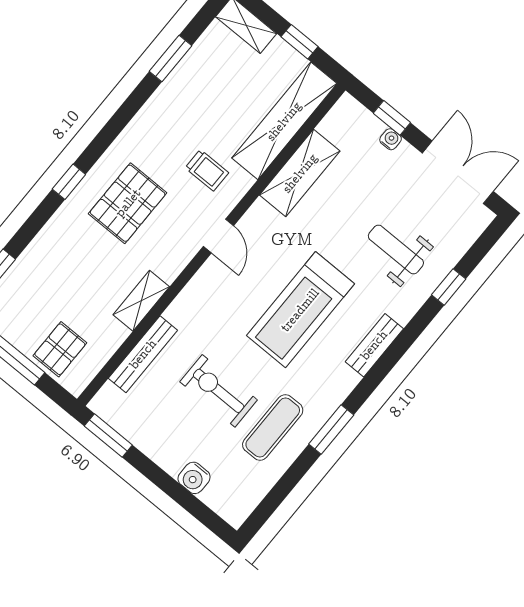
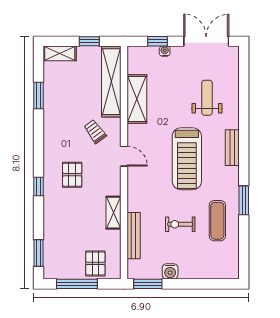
trolley: (207, 170) -> (95, 131), turned -126
pallet: (128, 203) -> (72, 175), width x0.67, depth x0.71
weight bench: (396, 250) -> (207, 98), turned 90
window: (449, 287) -> (244, 95), removed
exercise bike: (219, 391) -> (180, 224), width x0.73, depth x0.72
water cooler: (194, 478) -> (170, 271), moved

